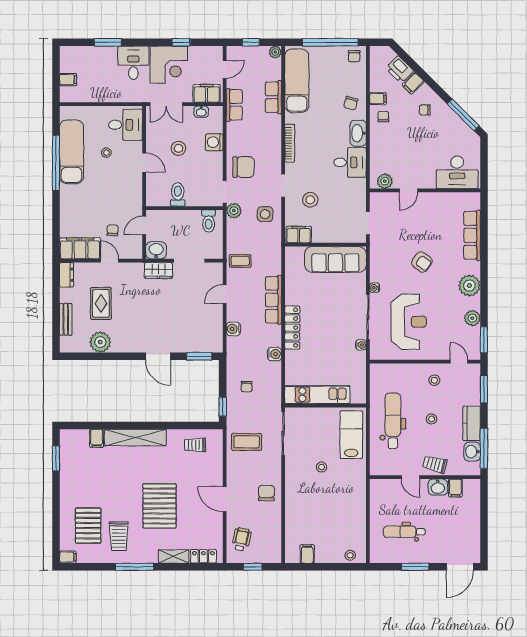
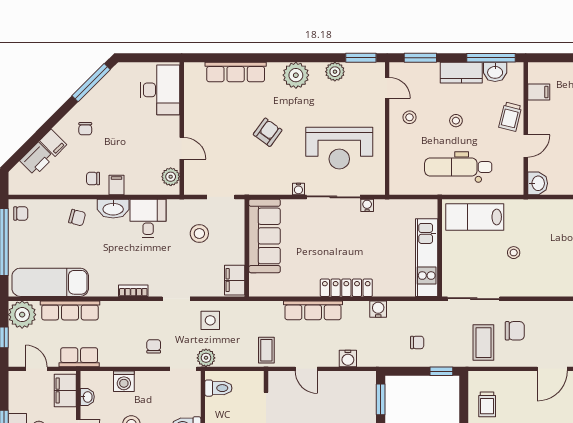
plant: (275, 52) -> (22, 315), width x1.88, depth x1.88
row of seats: (273, 97) -> (70, 310), width x1.48
filing cabinet: (378, 99) -> (117, 185), moved
bookcase: (290, 143) -> (133, 291), width x0.64
chair: (243, 167) -> (154, 346), width x0.54, depth x0.54
stool: (310, 200) -> (199, 234), moved
reception desk: (409, 322) -> (339, 148), turned 180
door: (459, 362) -> (387, 88), swing flipped
washbasin: (438, 487) -> (538, 183), moved
chair: (266, 493) -> (515, 331), moved, turned 180

